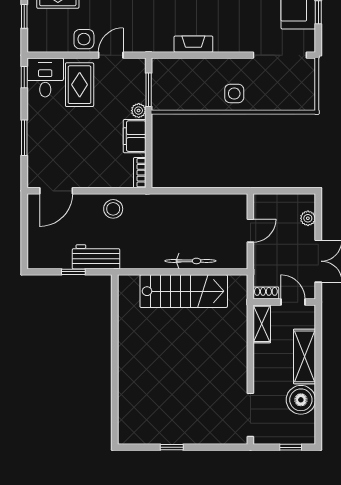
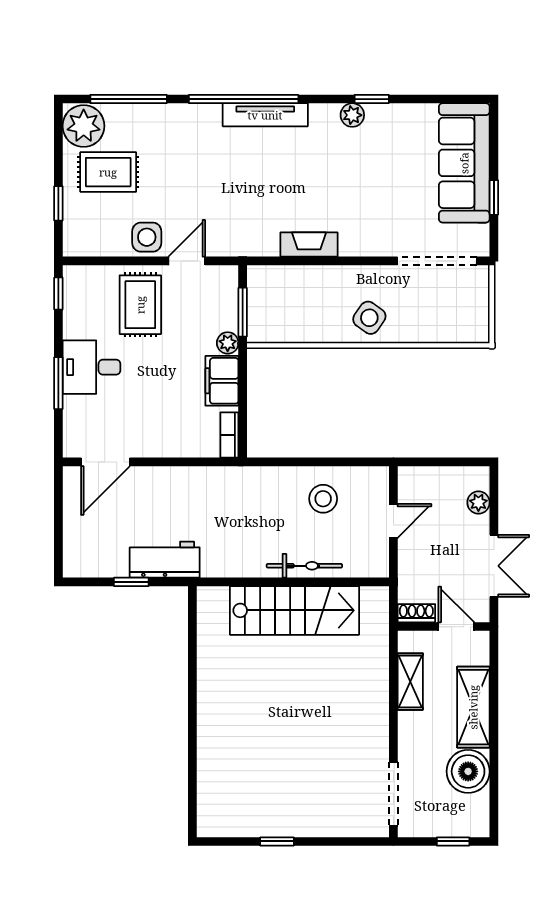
desk: (45, 77) -> (92, 367), moved, turned -90
side table: (234, 94) -> (369, 318), turned 35
stool: (113, 209) -> (323, 499), moved
shelving: (262, 324) -> (410, 682), moved

